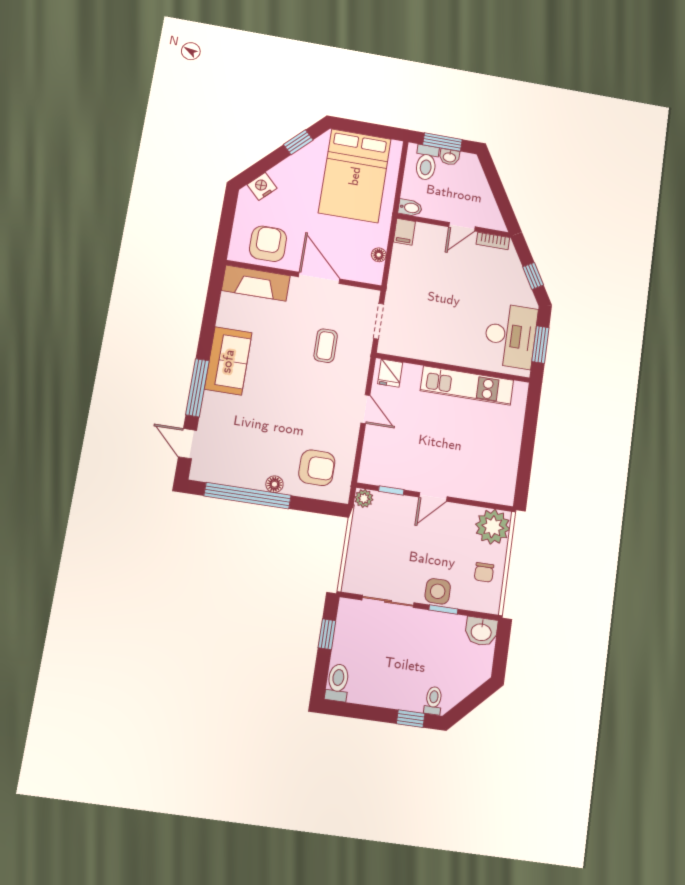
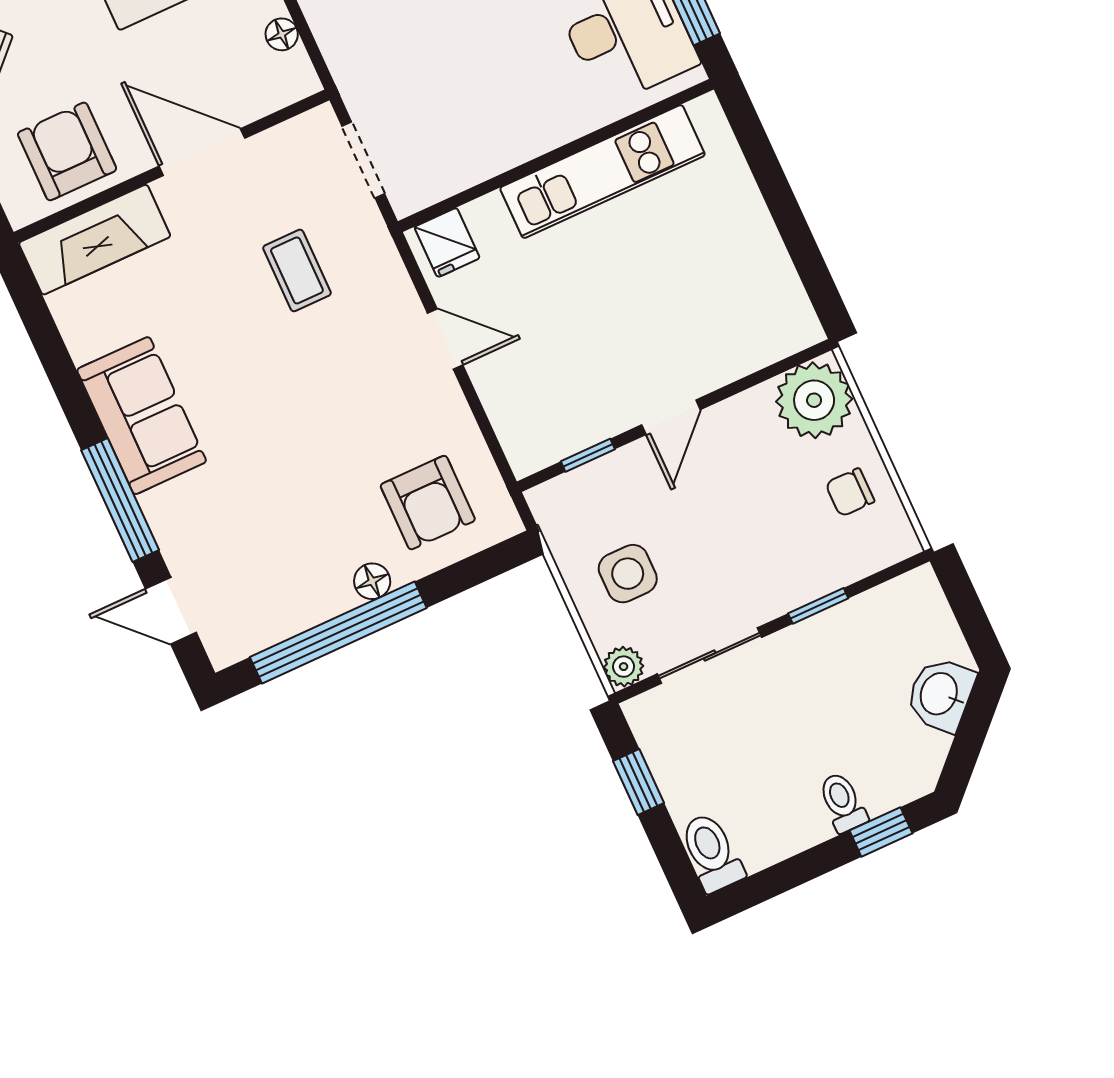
armchair: (317, 468) -> (428, 503), turned 90
plant: (364, 498) -> (624, 667), moved
chair: (484, 572) -> (850, 492), turned 90
side table: (438, 591) -> (628, 574), moved
washbasin: (481, 631) -> (940, 694), moved, turned 135
toilet: (433, 701) -> (843, 802), moved

